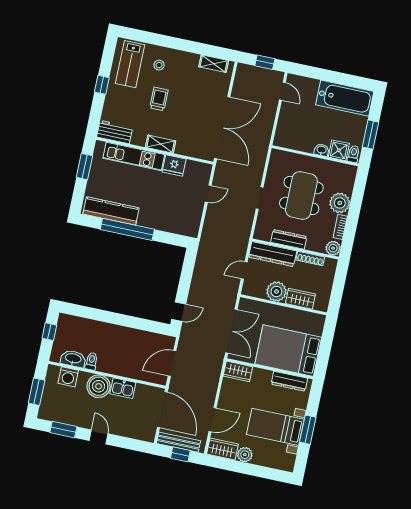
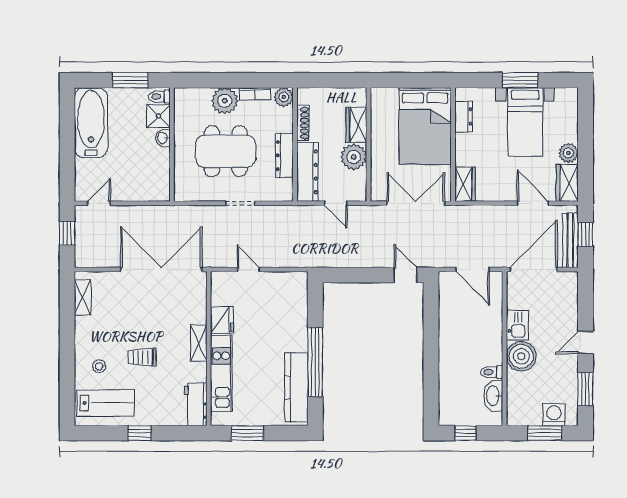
washing machine: (68, 377) -> (554, 415), moved, turned -90
dresser: (289, 381) -> (464, 116), width x0.70

